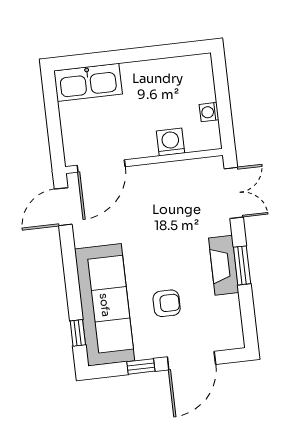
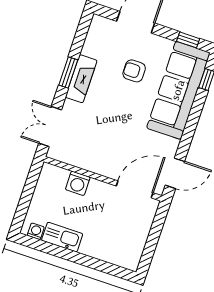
kitchen sink: (88, 82) -> (62, 237), moved, width x0.73, depth x0.81
washing machine: (209, 112) -> (36, 231), moved, turned -90
window: (141, 366) -> (188, 40), moved

